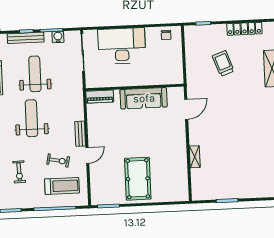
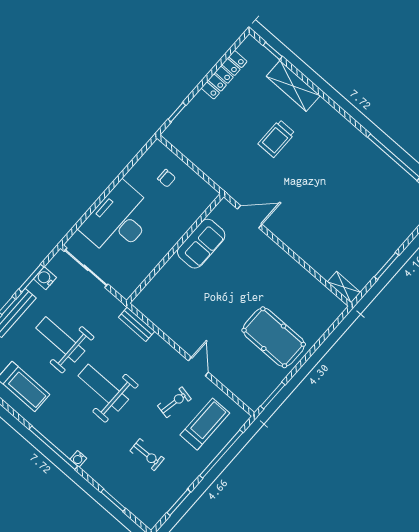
chair: (166, 35) -> (167, 178), moved
trolley: (223, 63) -> (277, 139), moved, turned -70
piano: (100, 97) -> (149, 294), removed
sofa: (144, 98) -> (201, 244), width x0.73
door: (186, 109) -> (250, 217), hinge flipped
bench: (80, 134) -> (137, 324), moved
shelving: (195, 157) -> (344, 287), moved

